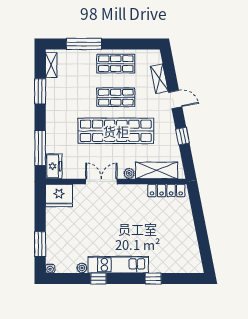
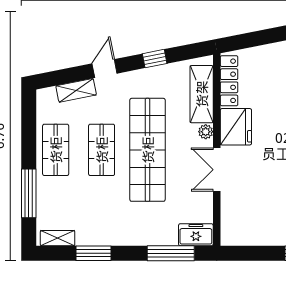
fridge: (59, 196) -> (236, 127), moved

